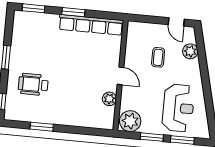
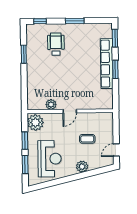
row of seats: (91, 25) -> (107, 64), moved
plant: (190, 51) -> (82, 167), moved
reception desk: (178, 108) -> (50, 159), turned -90

